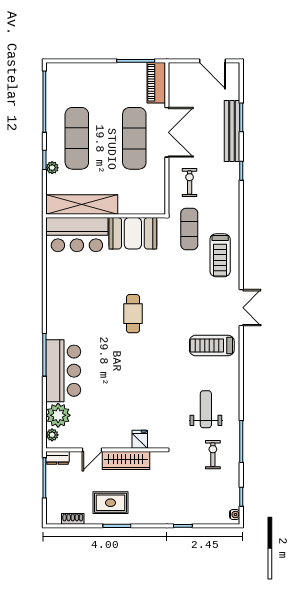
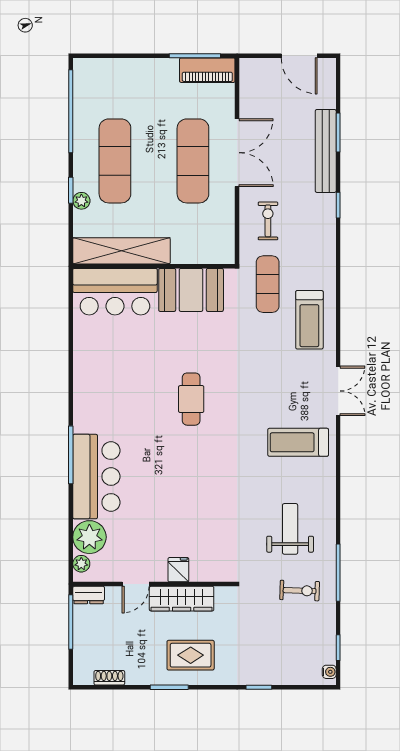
piano: (156, 83) -> (207, 70), moved, turned -90
fridge: (140, 439) -> (178, 570), moved
exercise bike: (213, 455) -> (300, 591), turned 92
rug: (110, 503) -> (191, 655), moved

